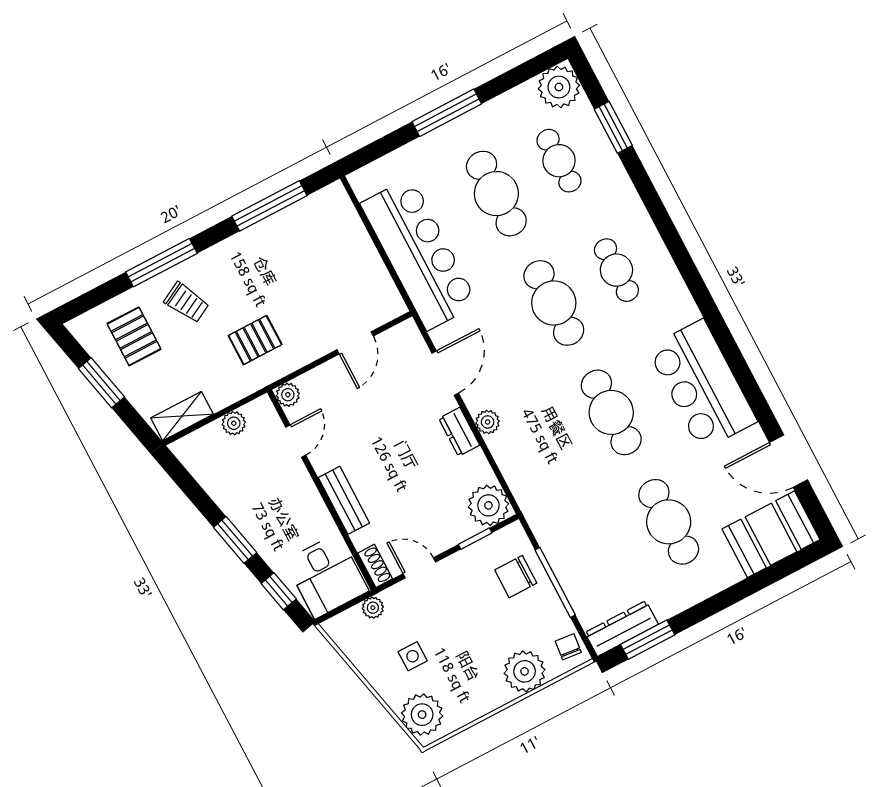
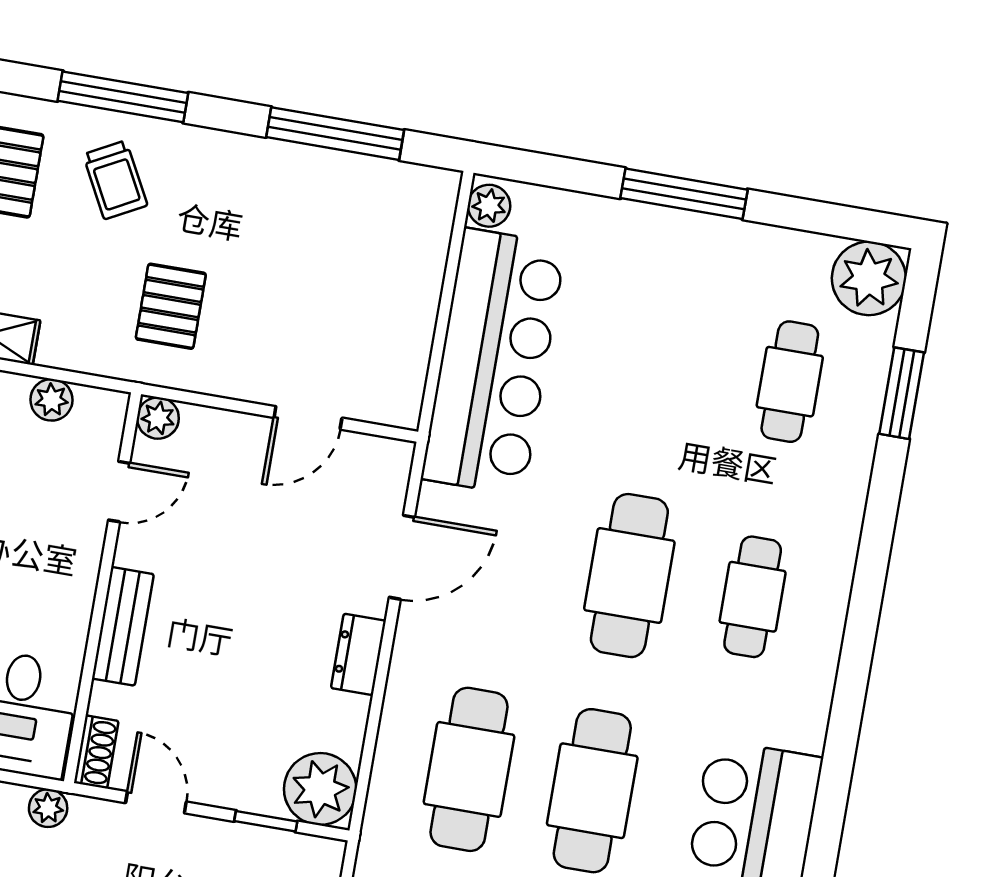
cafe table: (496, 194) -> (469, 769), moved
pallet: (255, 340) -> (171, 306), turned 90
plant: (488, 422) -> (489, 206), moved

